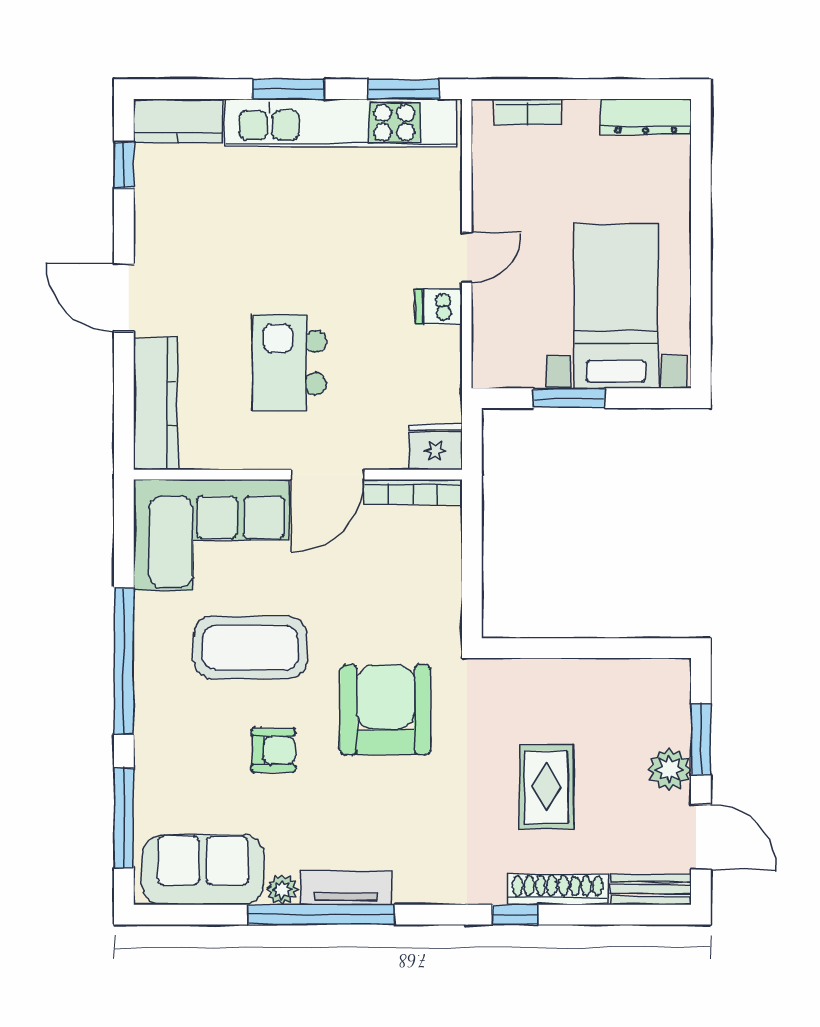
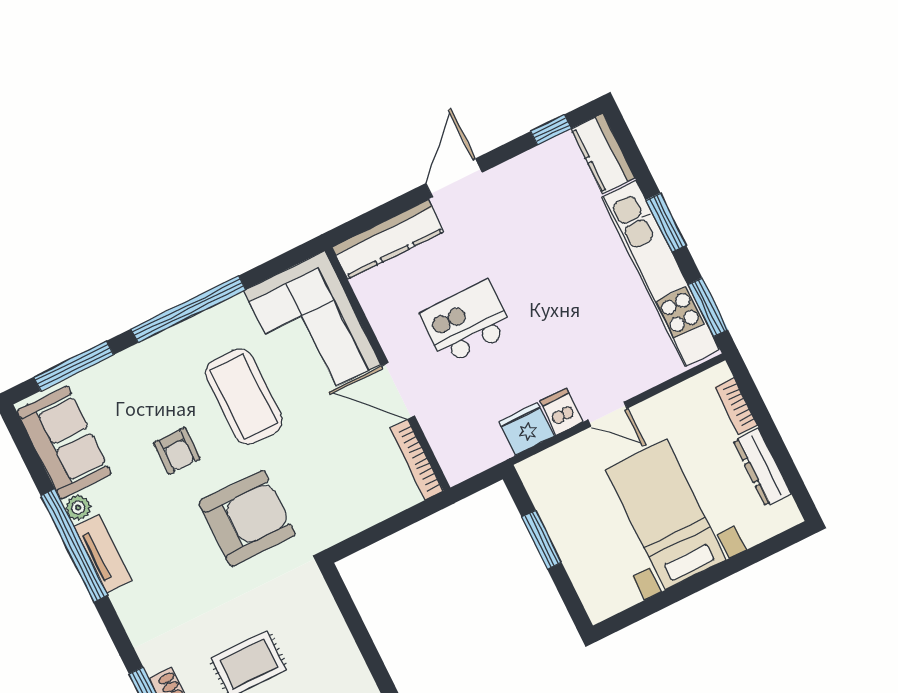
dresser: (646, 117) -> (762, 467), moved
bed with nightstands: (616, 306) -> (666, 515), moved, turned -90
fridge: (435, 447) -> (526, 429), moved, turned -90

